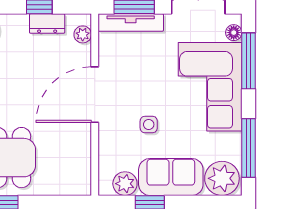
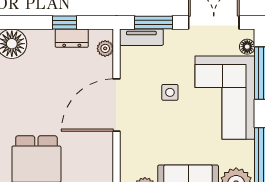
tv unit: (131, 23) -> (141, 37), width x0.71
side table: (149, 124) -> (170, 92), moved

